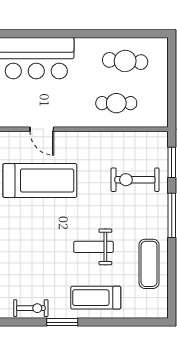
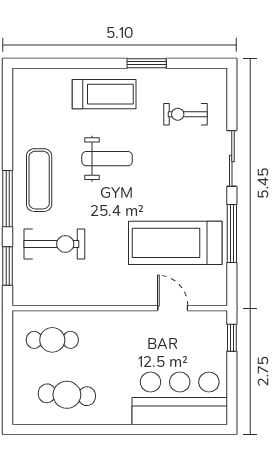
cafe table: (116, 103) -> (52, 340), moved
exercise mat: (149, 264) -> (39, 180), moved
exercise bike: (31, 308) -> (186, 114), moved

